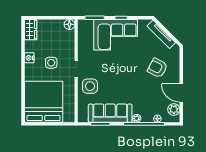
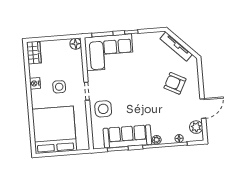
corner sofa: (116, 35) -> (109, 52), moved
door: (181, 93) -> (203, 109), swing flipped

